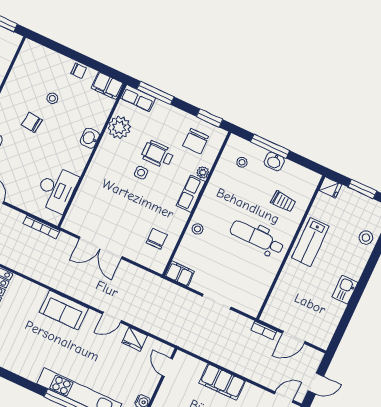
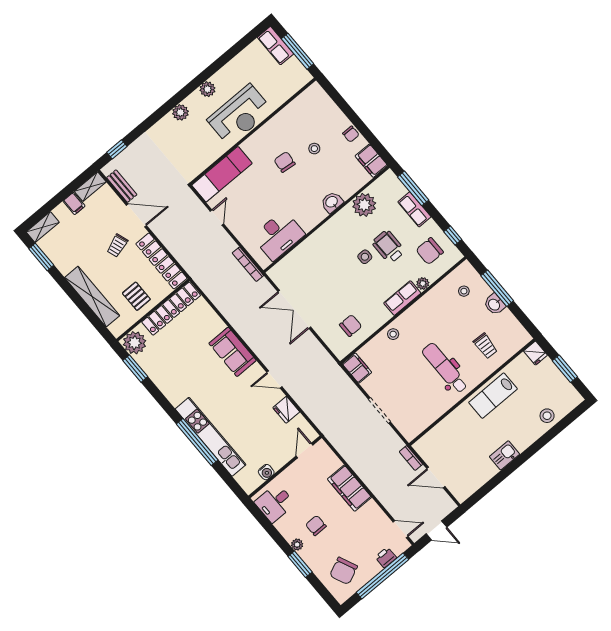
row of seats: (138, 98) -> (414, 209), moved
window: (209, 118) -> (453, 236), width x0.67

